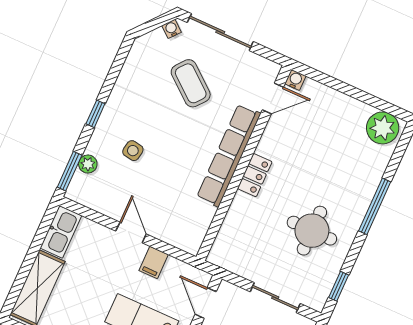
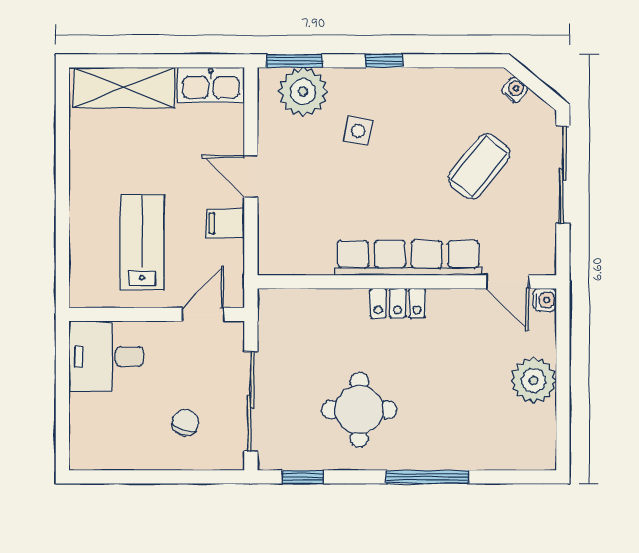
water cooler: (172, 29) -> (515, 90), moved
plant: (383, 128) -> (534, 380), moved
plant: (88, 164) -> (303, 92), width x1.88, depth x1.88
door: (131, 233) -> (251, 176), swing flipped
sliding door: (275, 298) -> (251, 401), width x1.37

